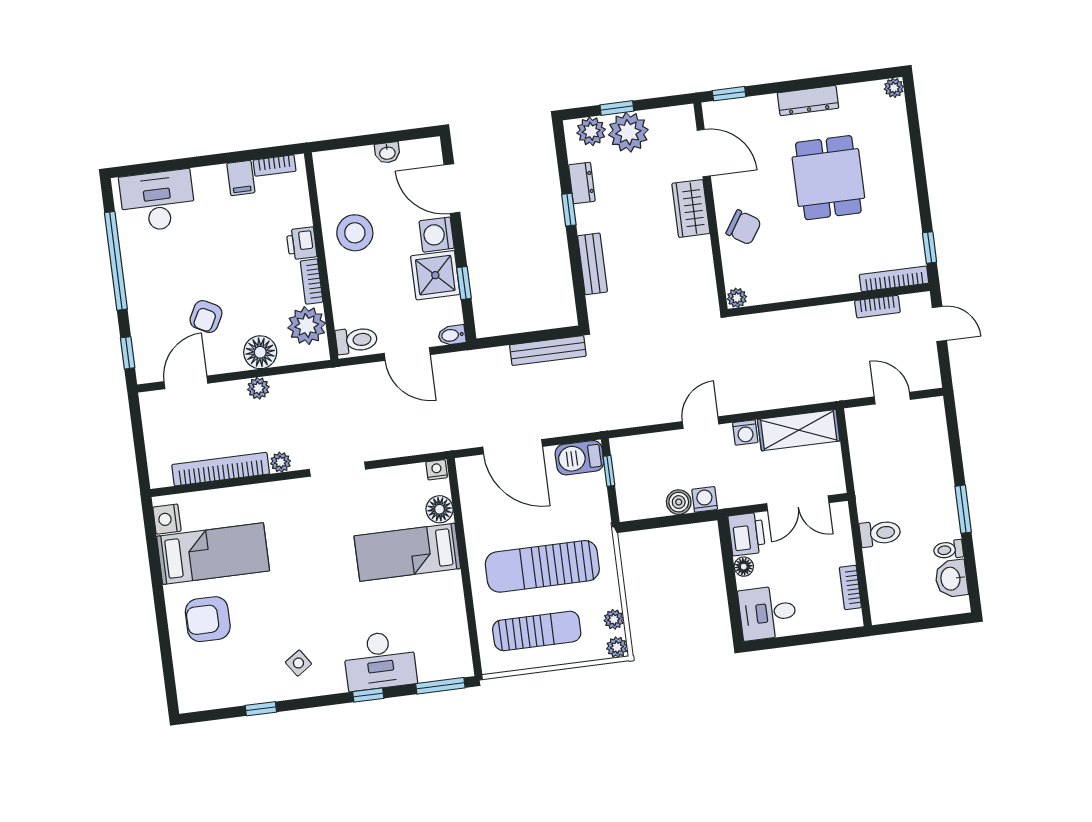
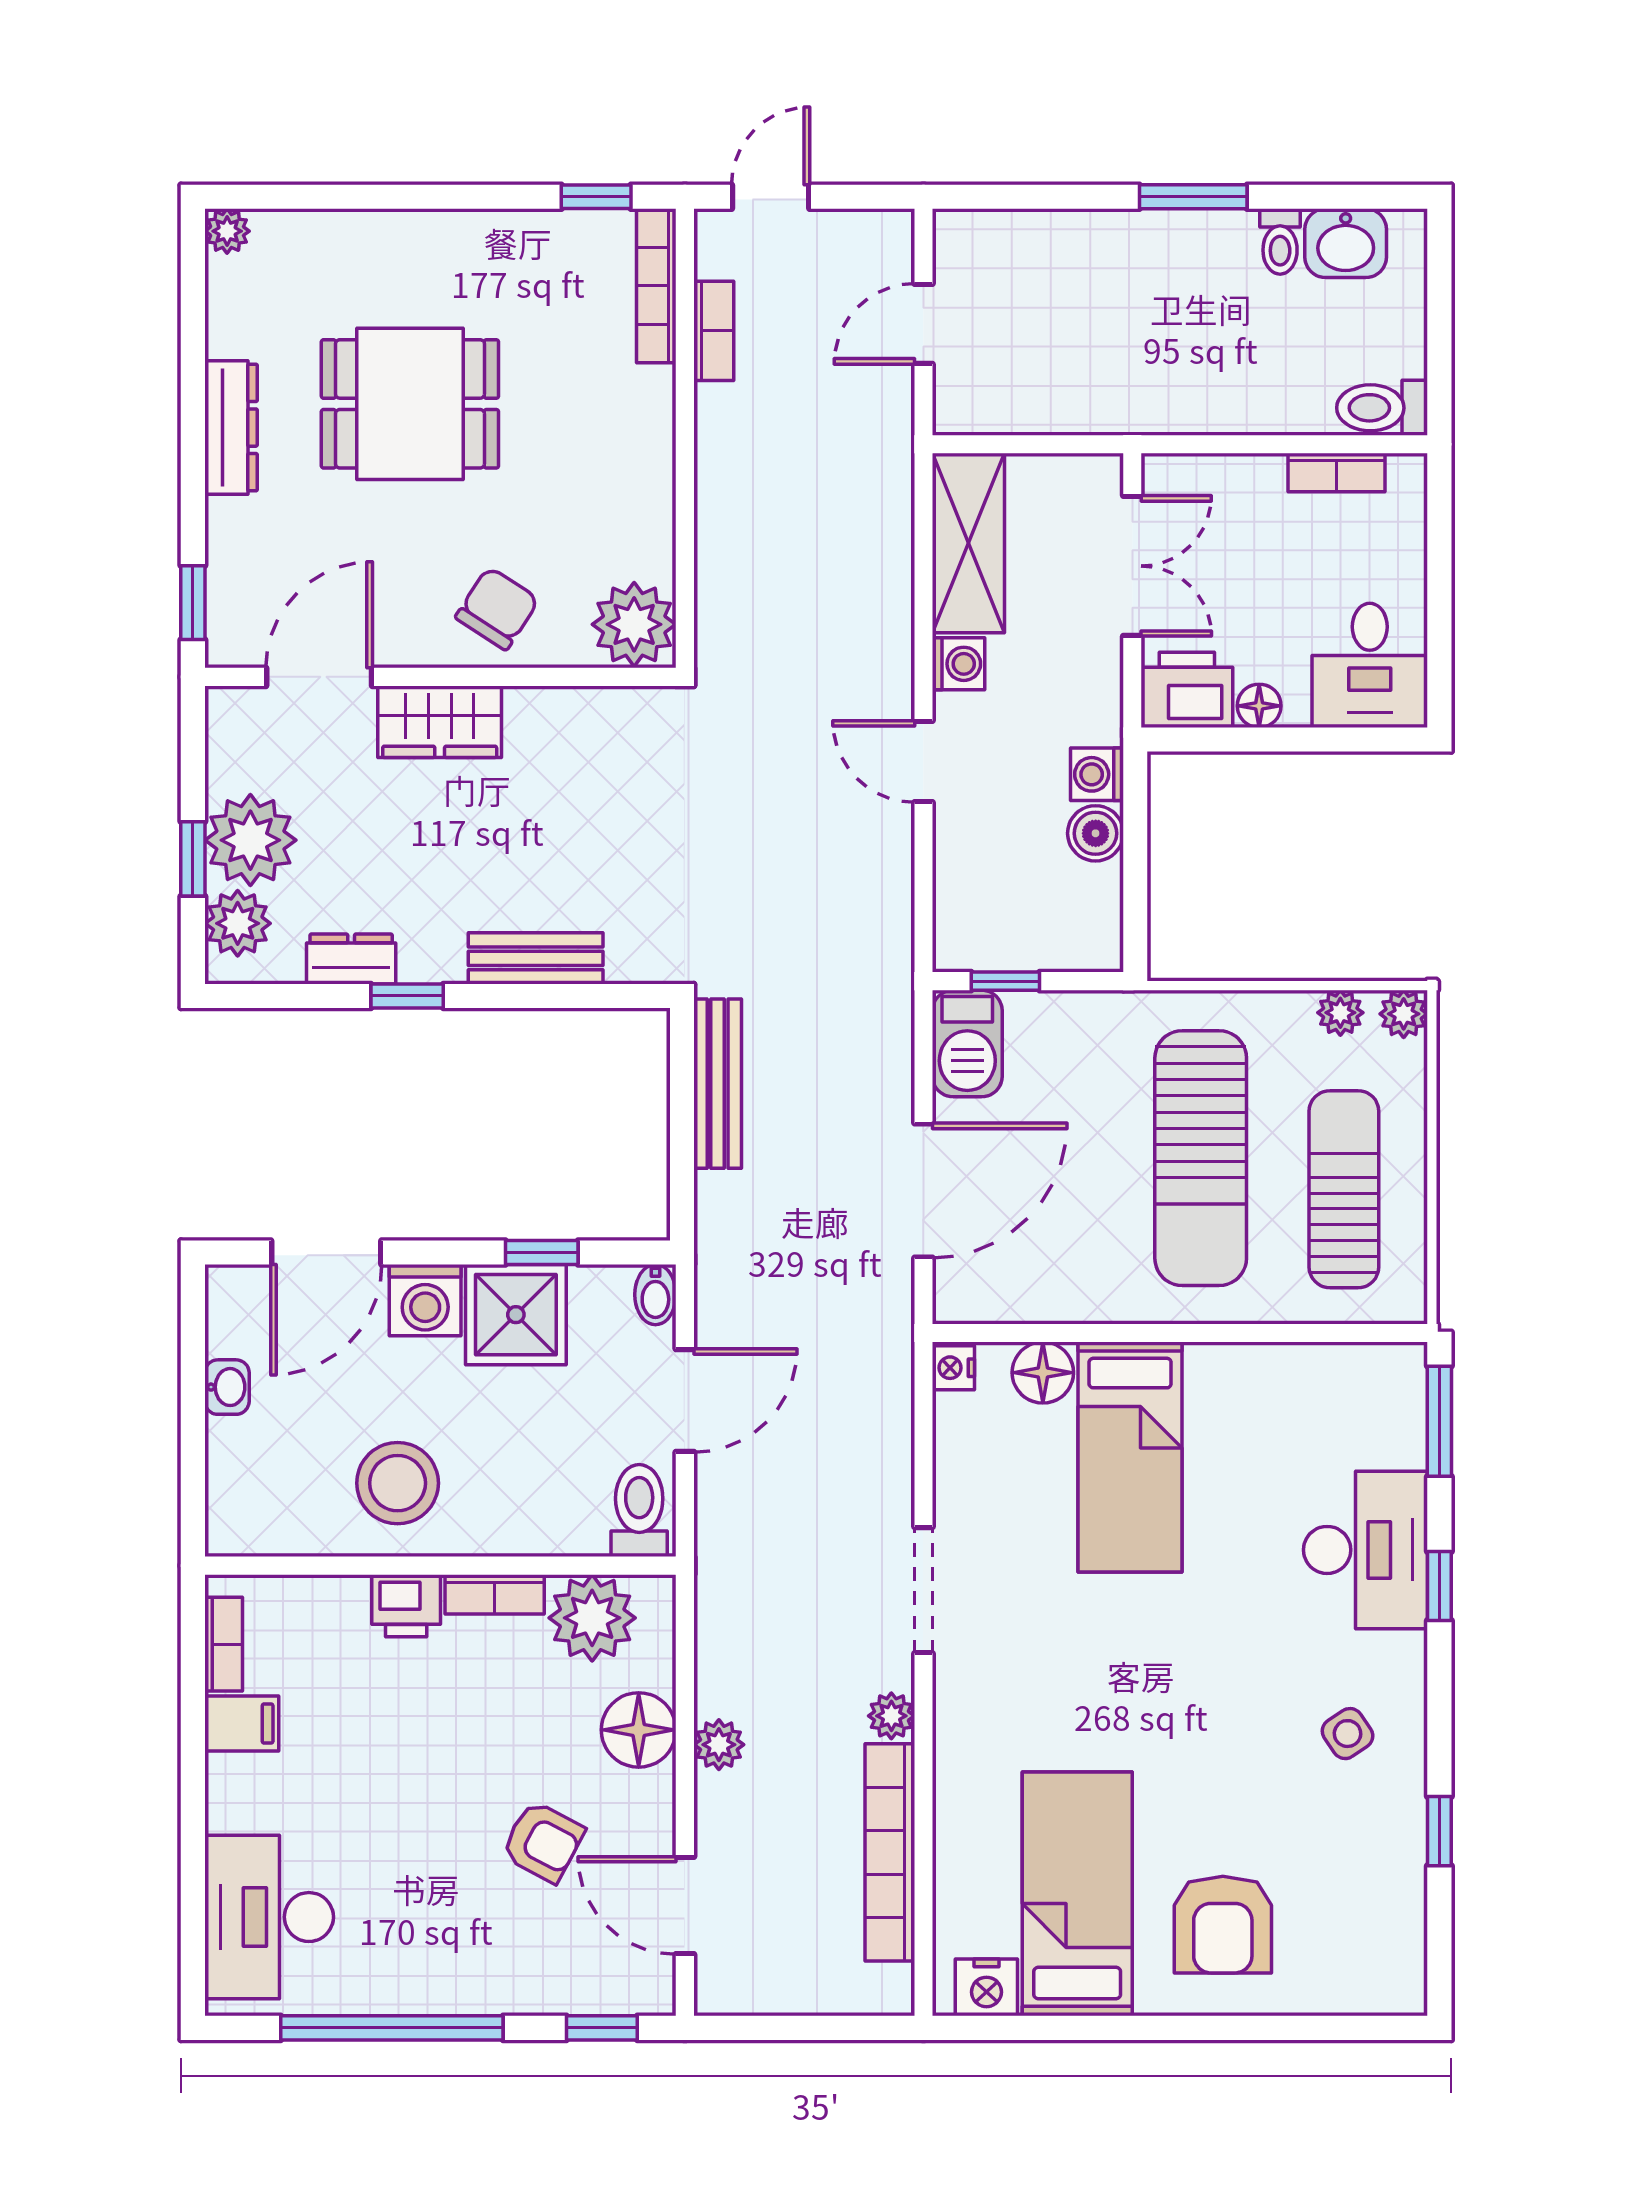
plant: (737, 298) -> (634, 624), width x1.87, depth x1.87
toilet: (880, 533) -> (1382, 408), moved, turned -90

